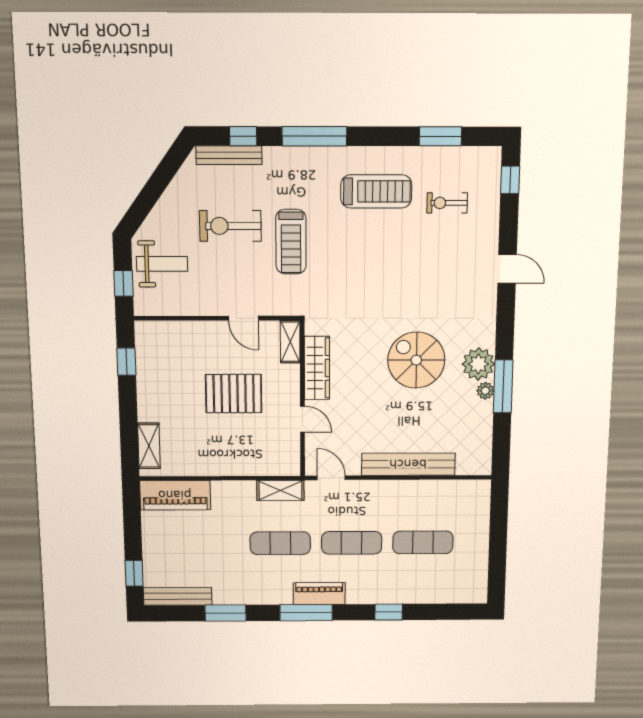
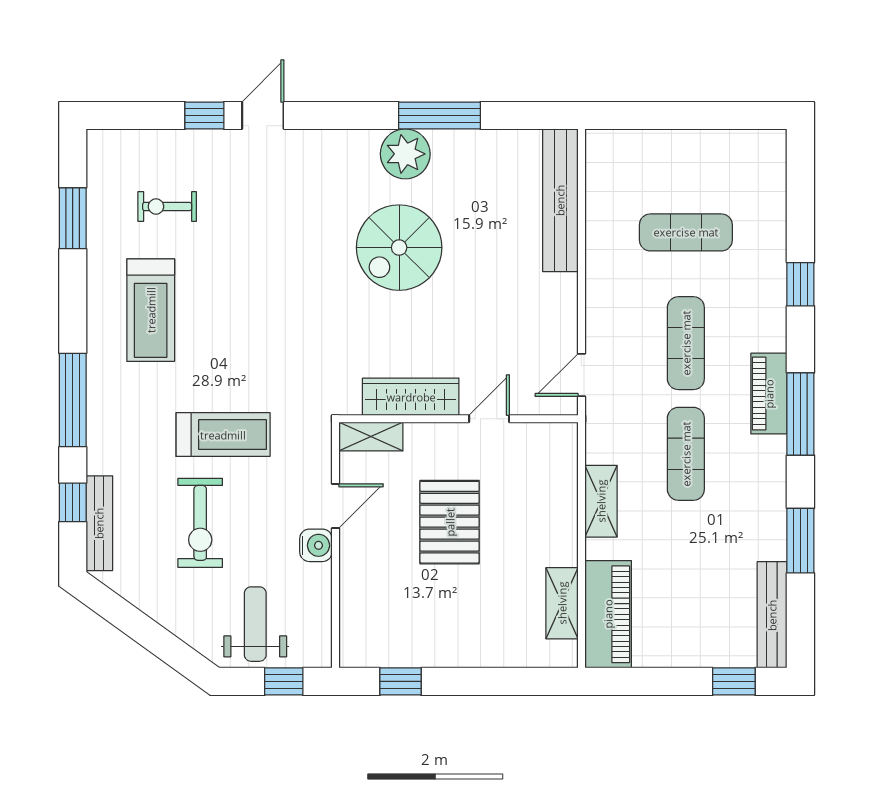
window: (510, 180) -> (204, 115), moved
treadmill: (376, 191) -> (151, 310), turned 180
exercise bike: (447, 203) -> (167, 206), turned 90
water cooler: (217, 305) -> (316, 545), added
plant: (485, 391) -> (446, 142), removed
shelving: (149, 446) -> (562, 603), moved, turned 90
bench: (408, 464) -> (560, 200), moved
shelving: (280, 490) -> (601, 501), moved
exercise mat: (423, 542) -> (686, 232), turned 90

